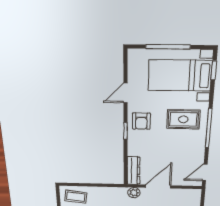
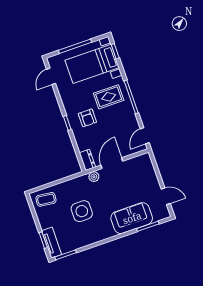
door: (125, 93) -> (51, 76), moved
armchair: (141, 121) -> (87, 118), moved
dresser: (133, 171) -> (87, 160), width x0.70

